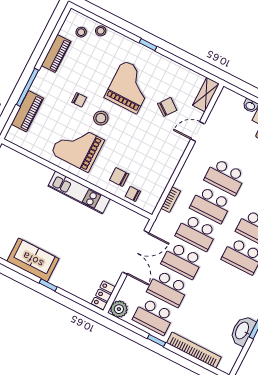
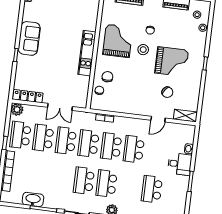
door: (198, 132) -> (158, 119), swing flipped
double door: (136, 252) -> (60, 107), width x0.73
locker: (103, 295) -> (28, 96), width x1.53

